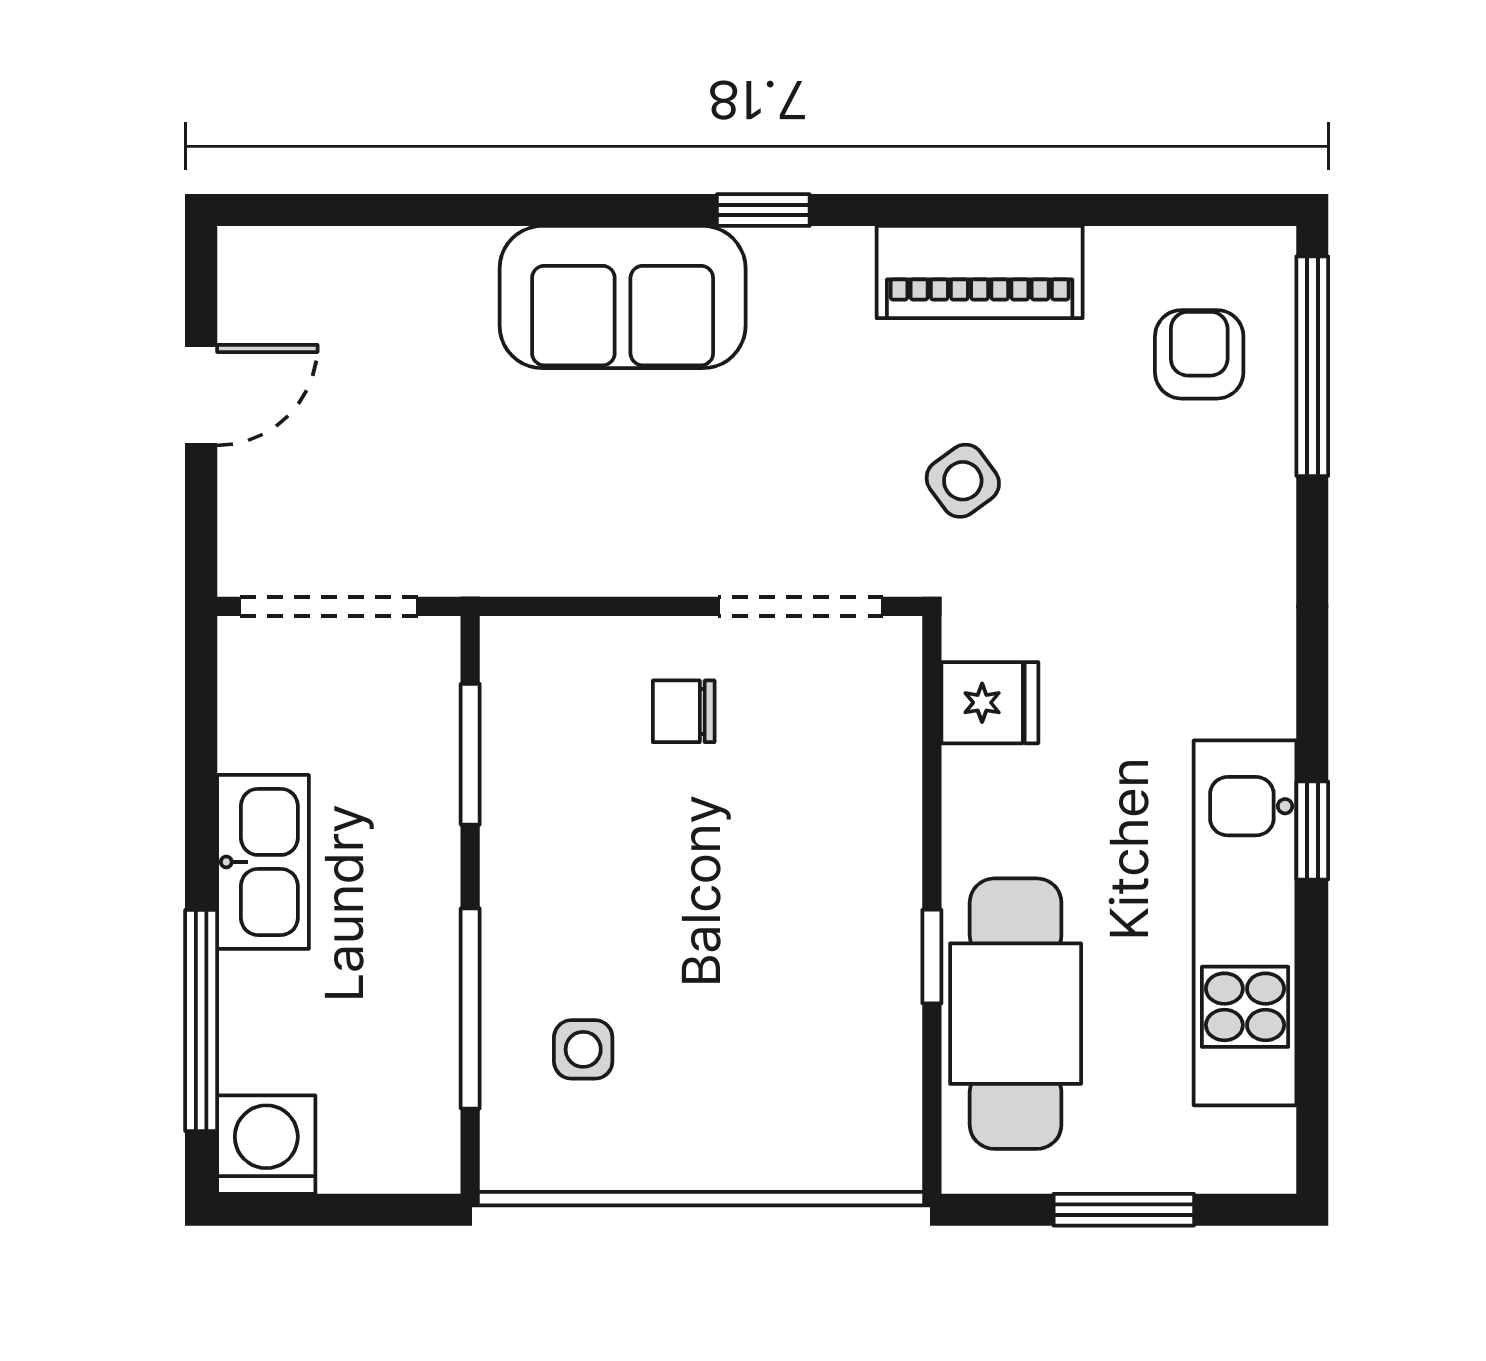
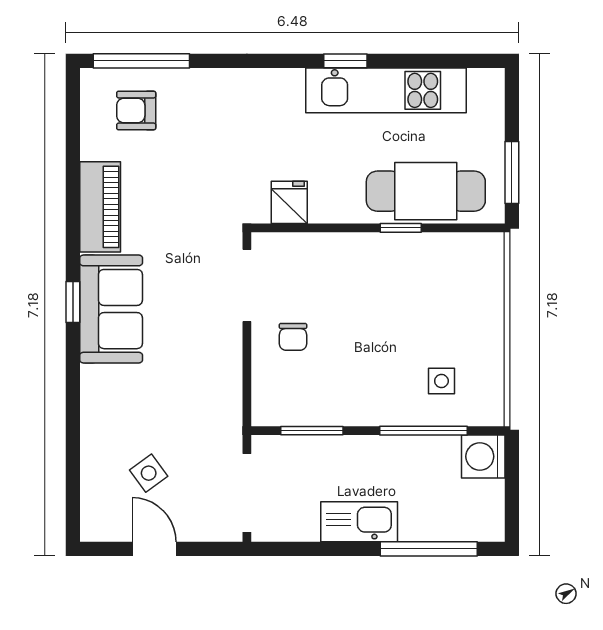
sofa: (623, 297) -> (111, 309), moved
side table: (963, 481) -> (149, 473), moved
washing machine: (266, 1145) -> (483, 456), moved
window: (1124, 1210) -> (512, 172), moved

